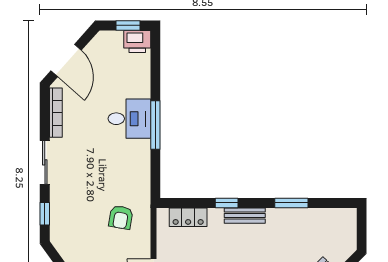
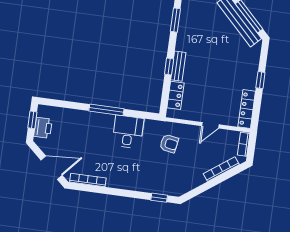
printer: (137, 41) -> (43, 128), moved
desk: (129, 119) -> (128, 132), moved
sliding door: (45, 162) -> (122, 193), removed
bench: (245, 216) -> (178, 66), moved

